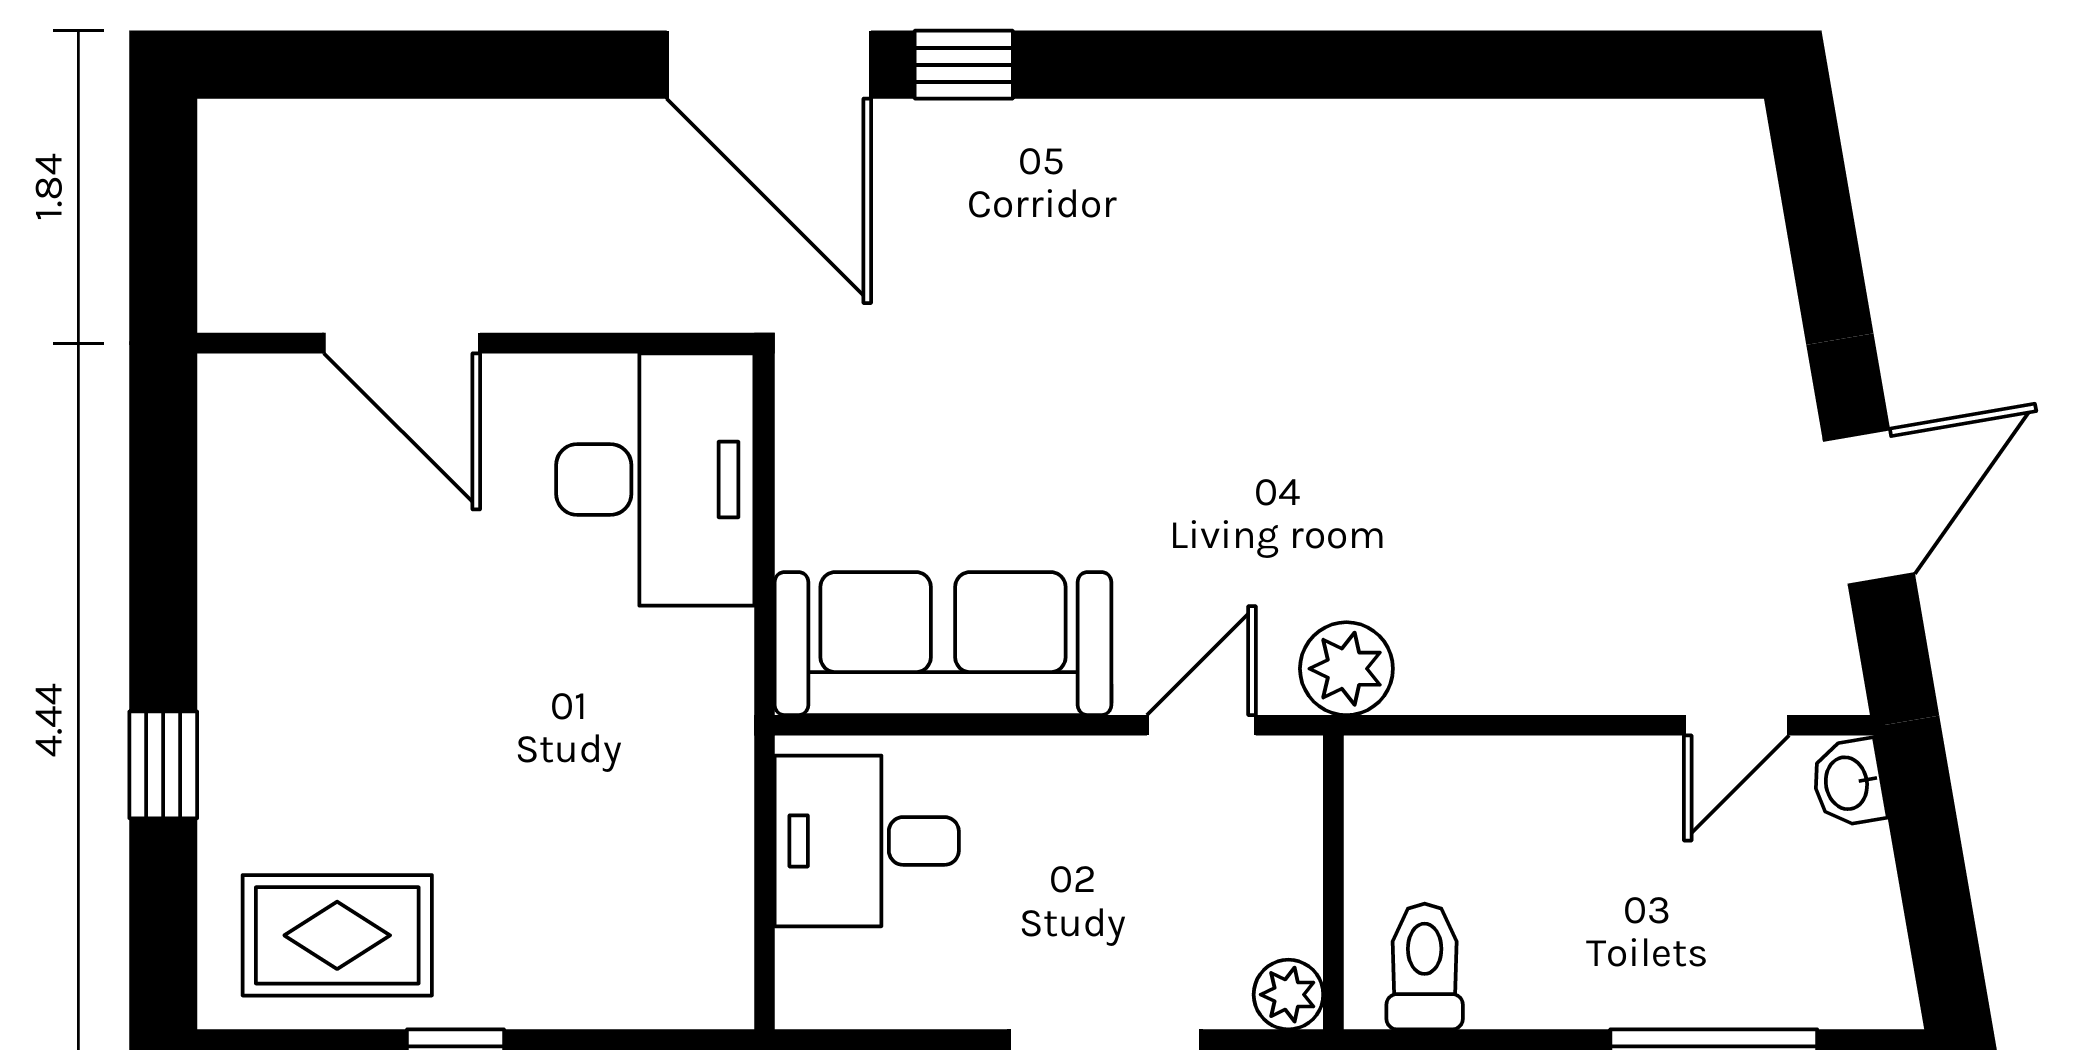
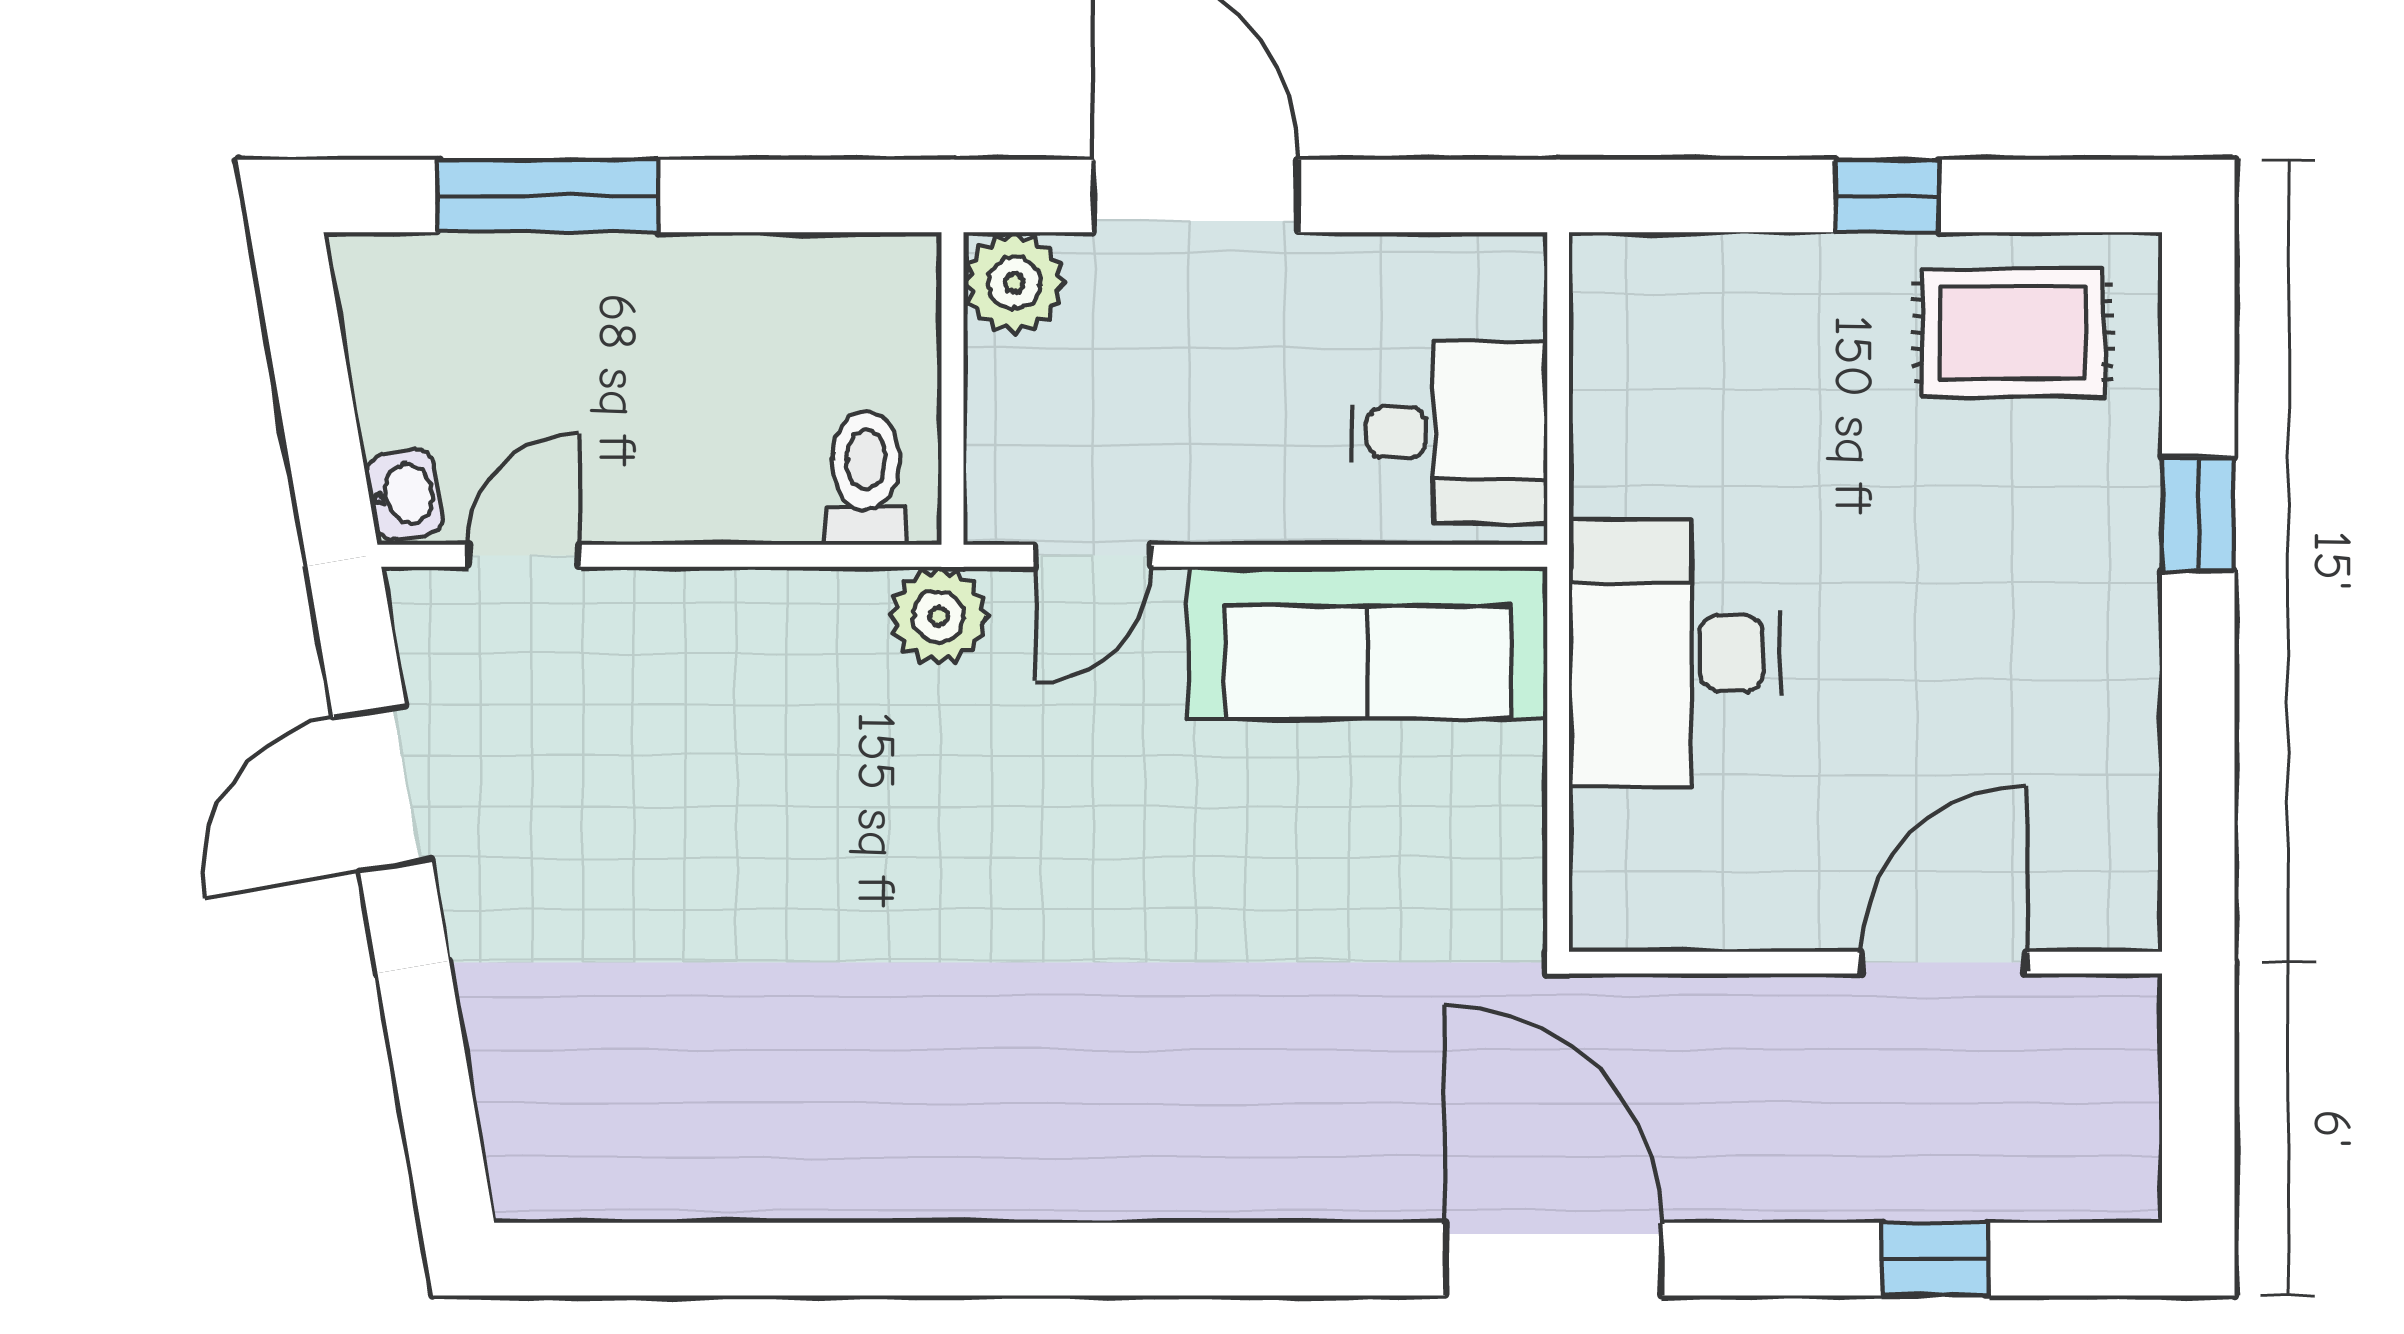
window: (964, 65) -> (1935, 1259), moved
door: (402, 343) -> (1944, 963), hinge flipped
desk: (655, 479) -> (1674, 653), moved
toilet: (1425, 966) -> (866, 478), moved, turned 180
plant: (1288, 995) -> (1014, 283), width x1.38, depth x1.38

